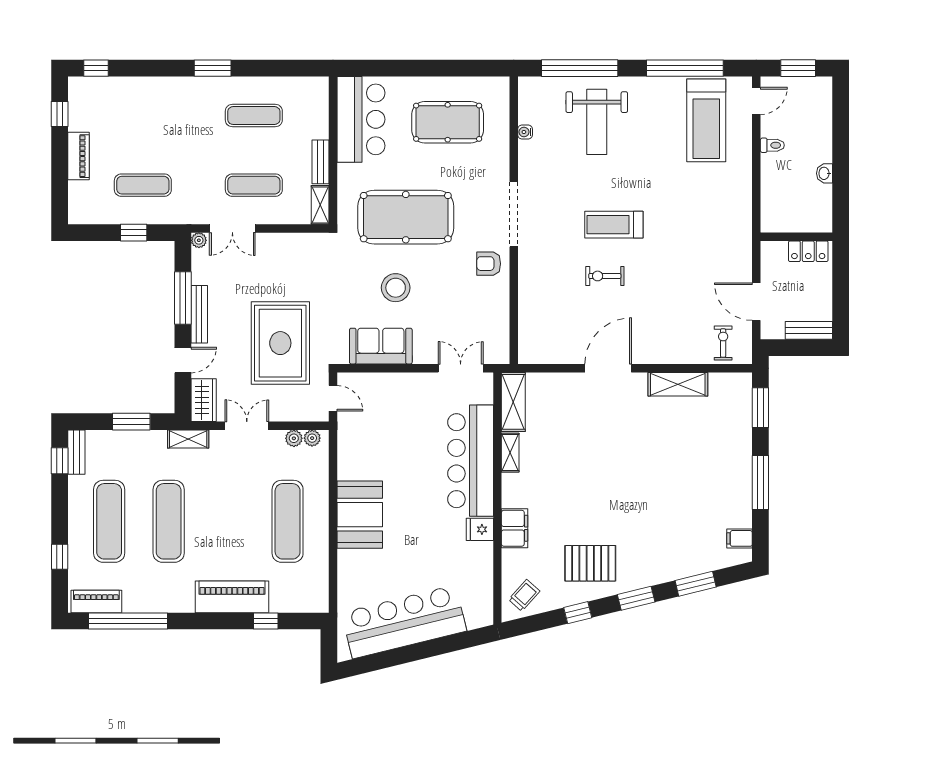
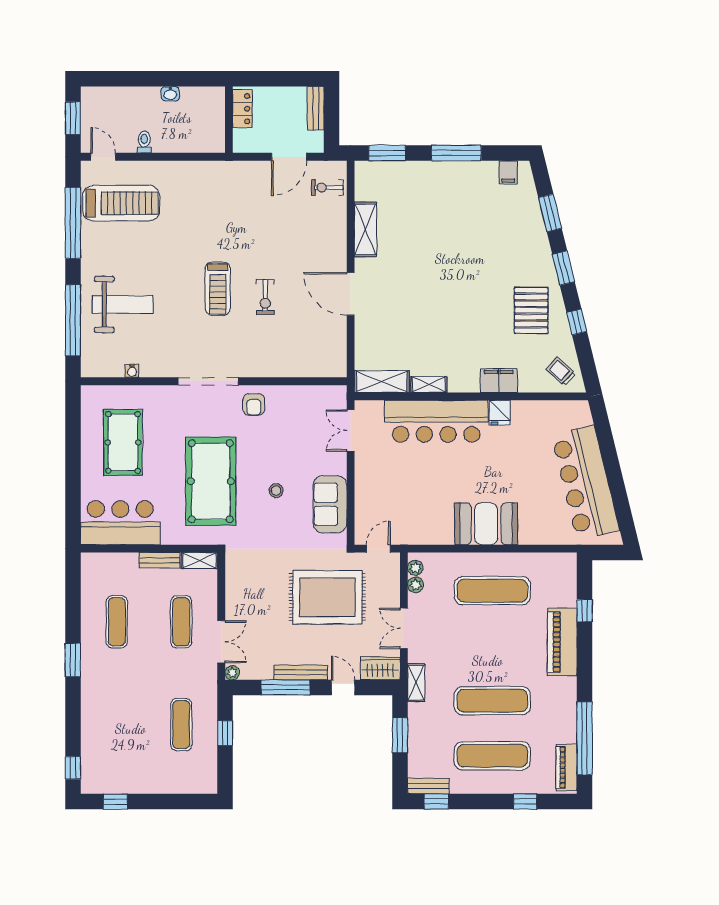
piano: (78, 156) -> (154, 784), removed
stool: (396, 288) -> (276, 491), width x0.53, depth x0.53

